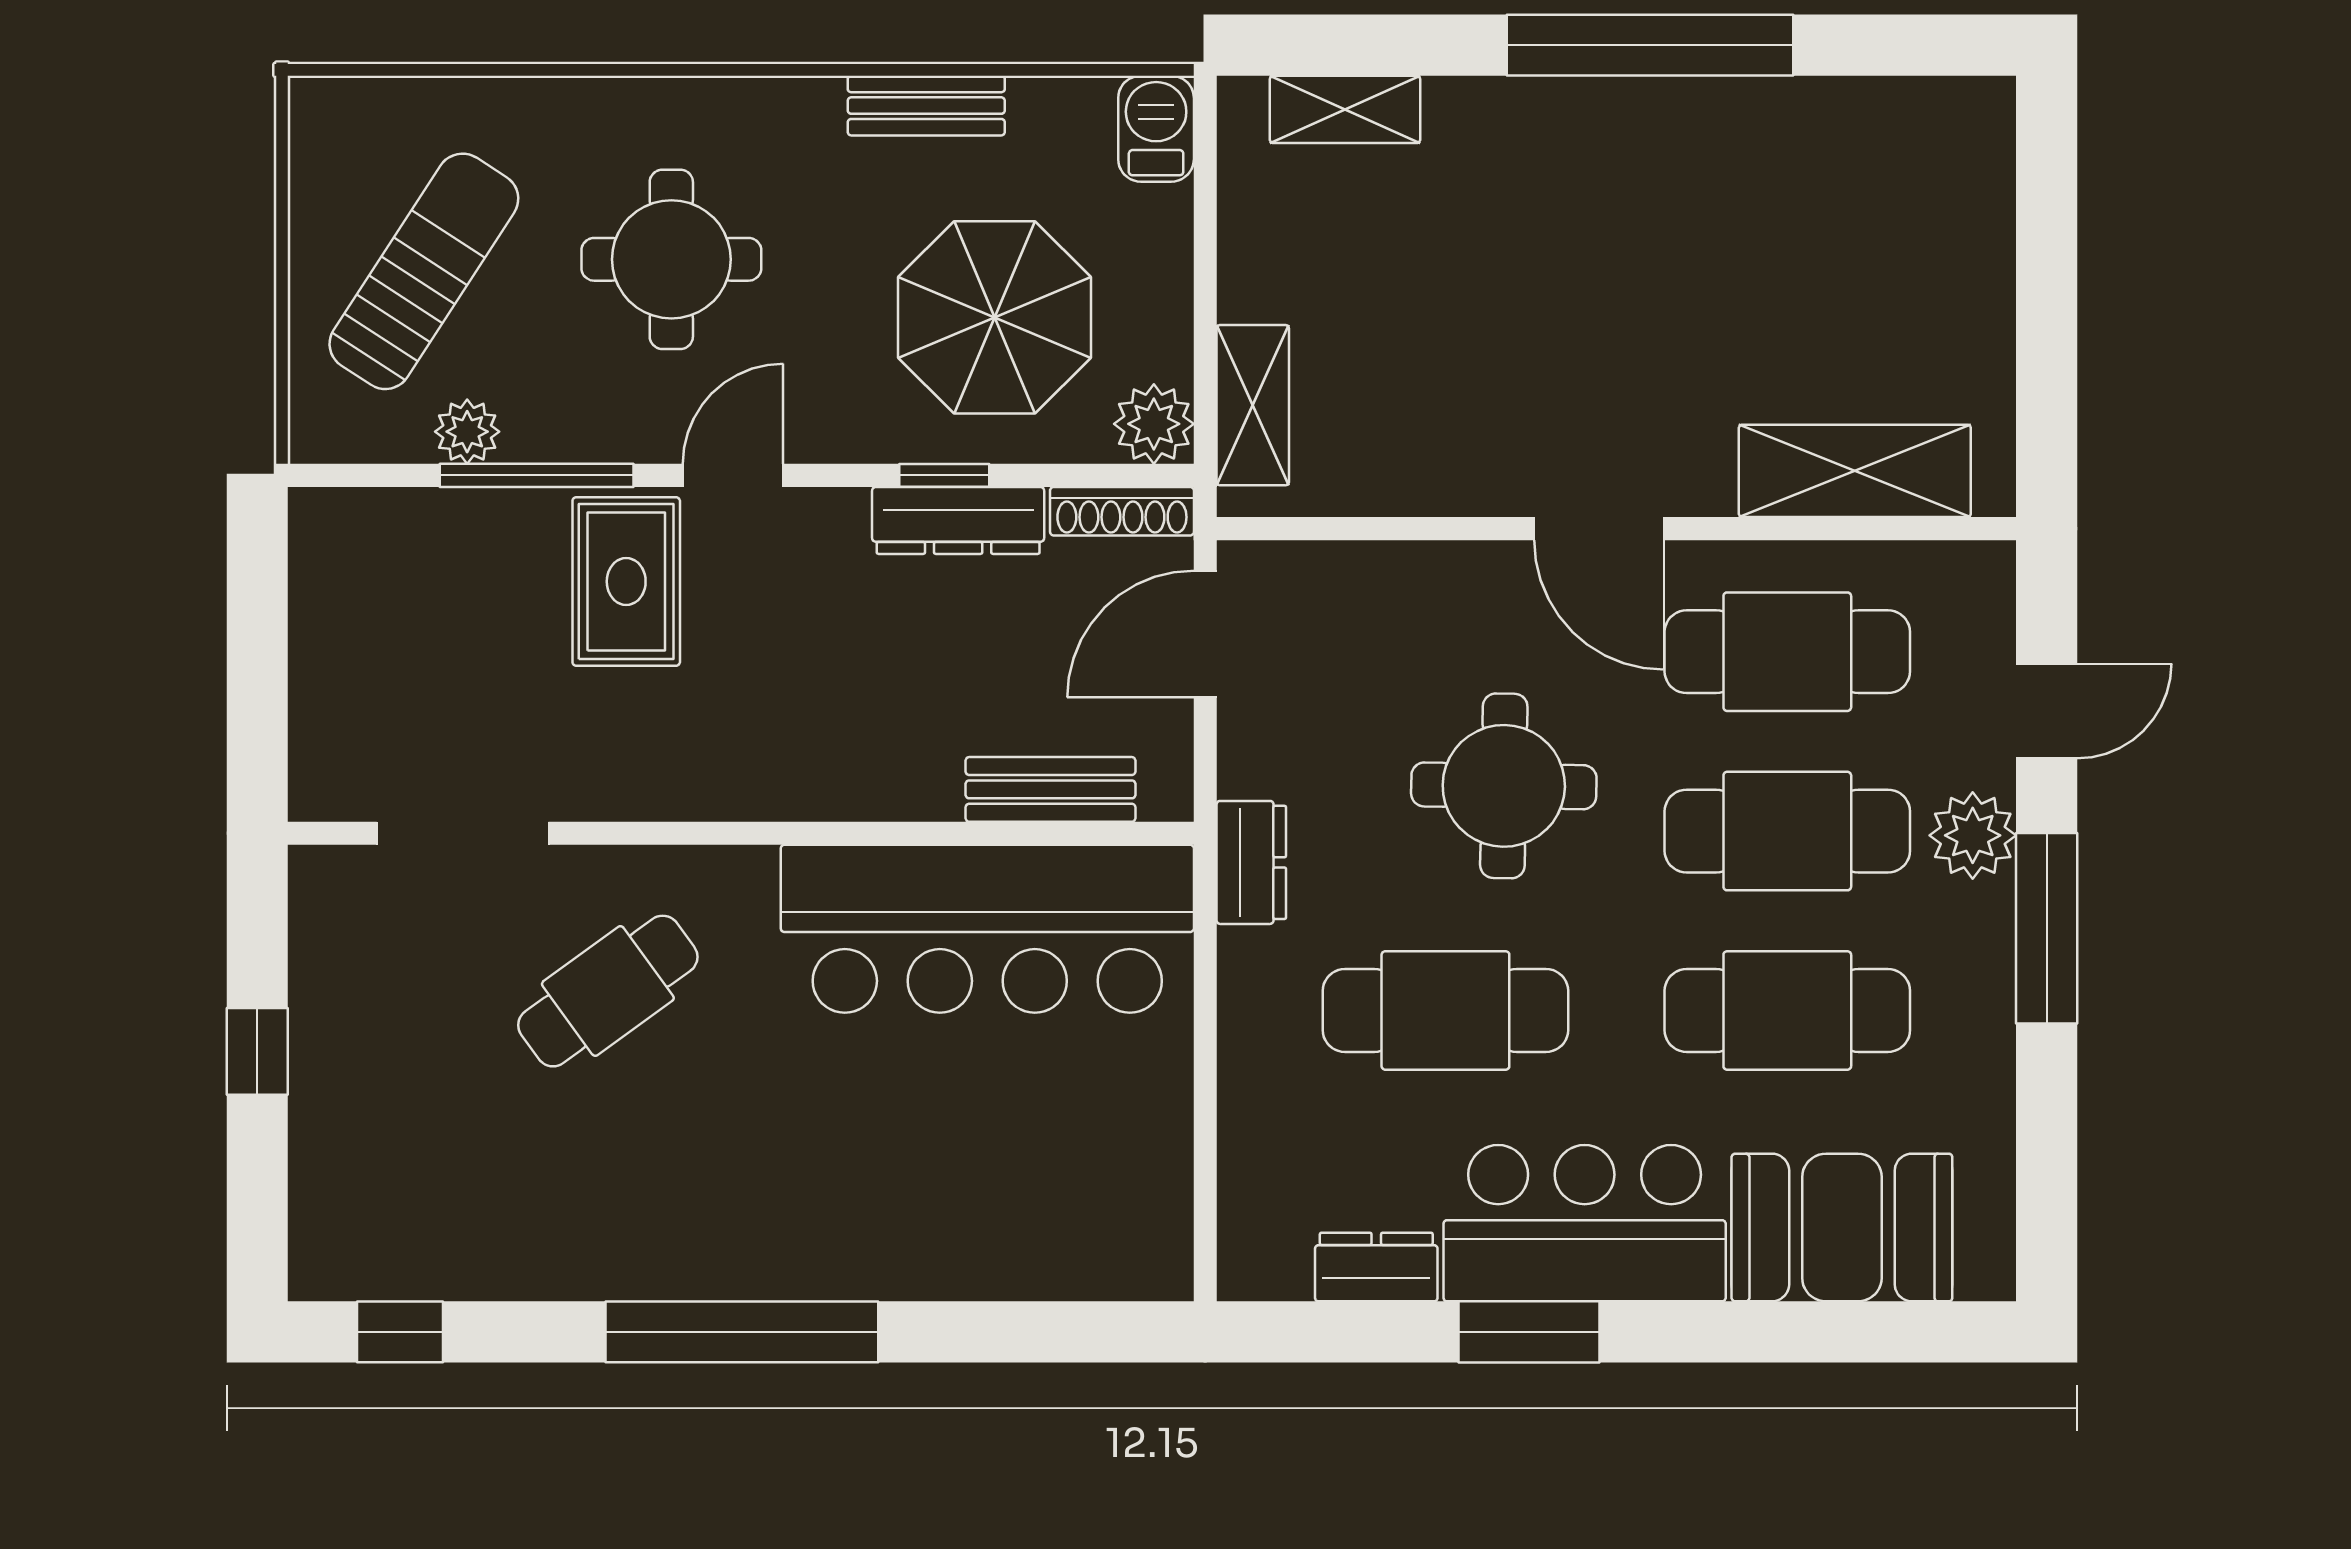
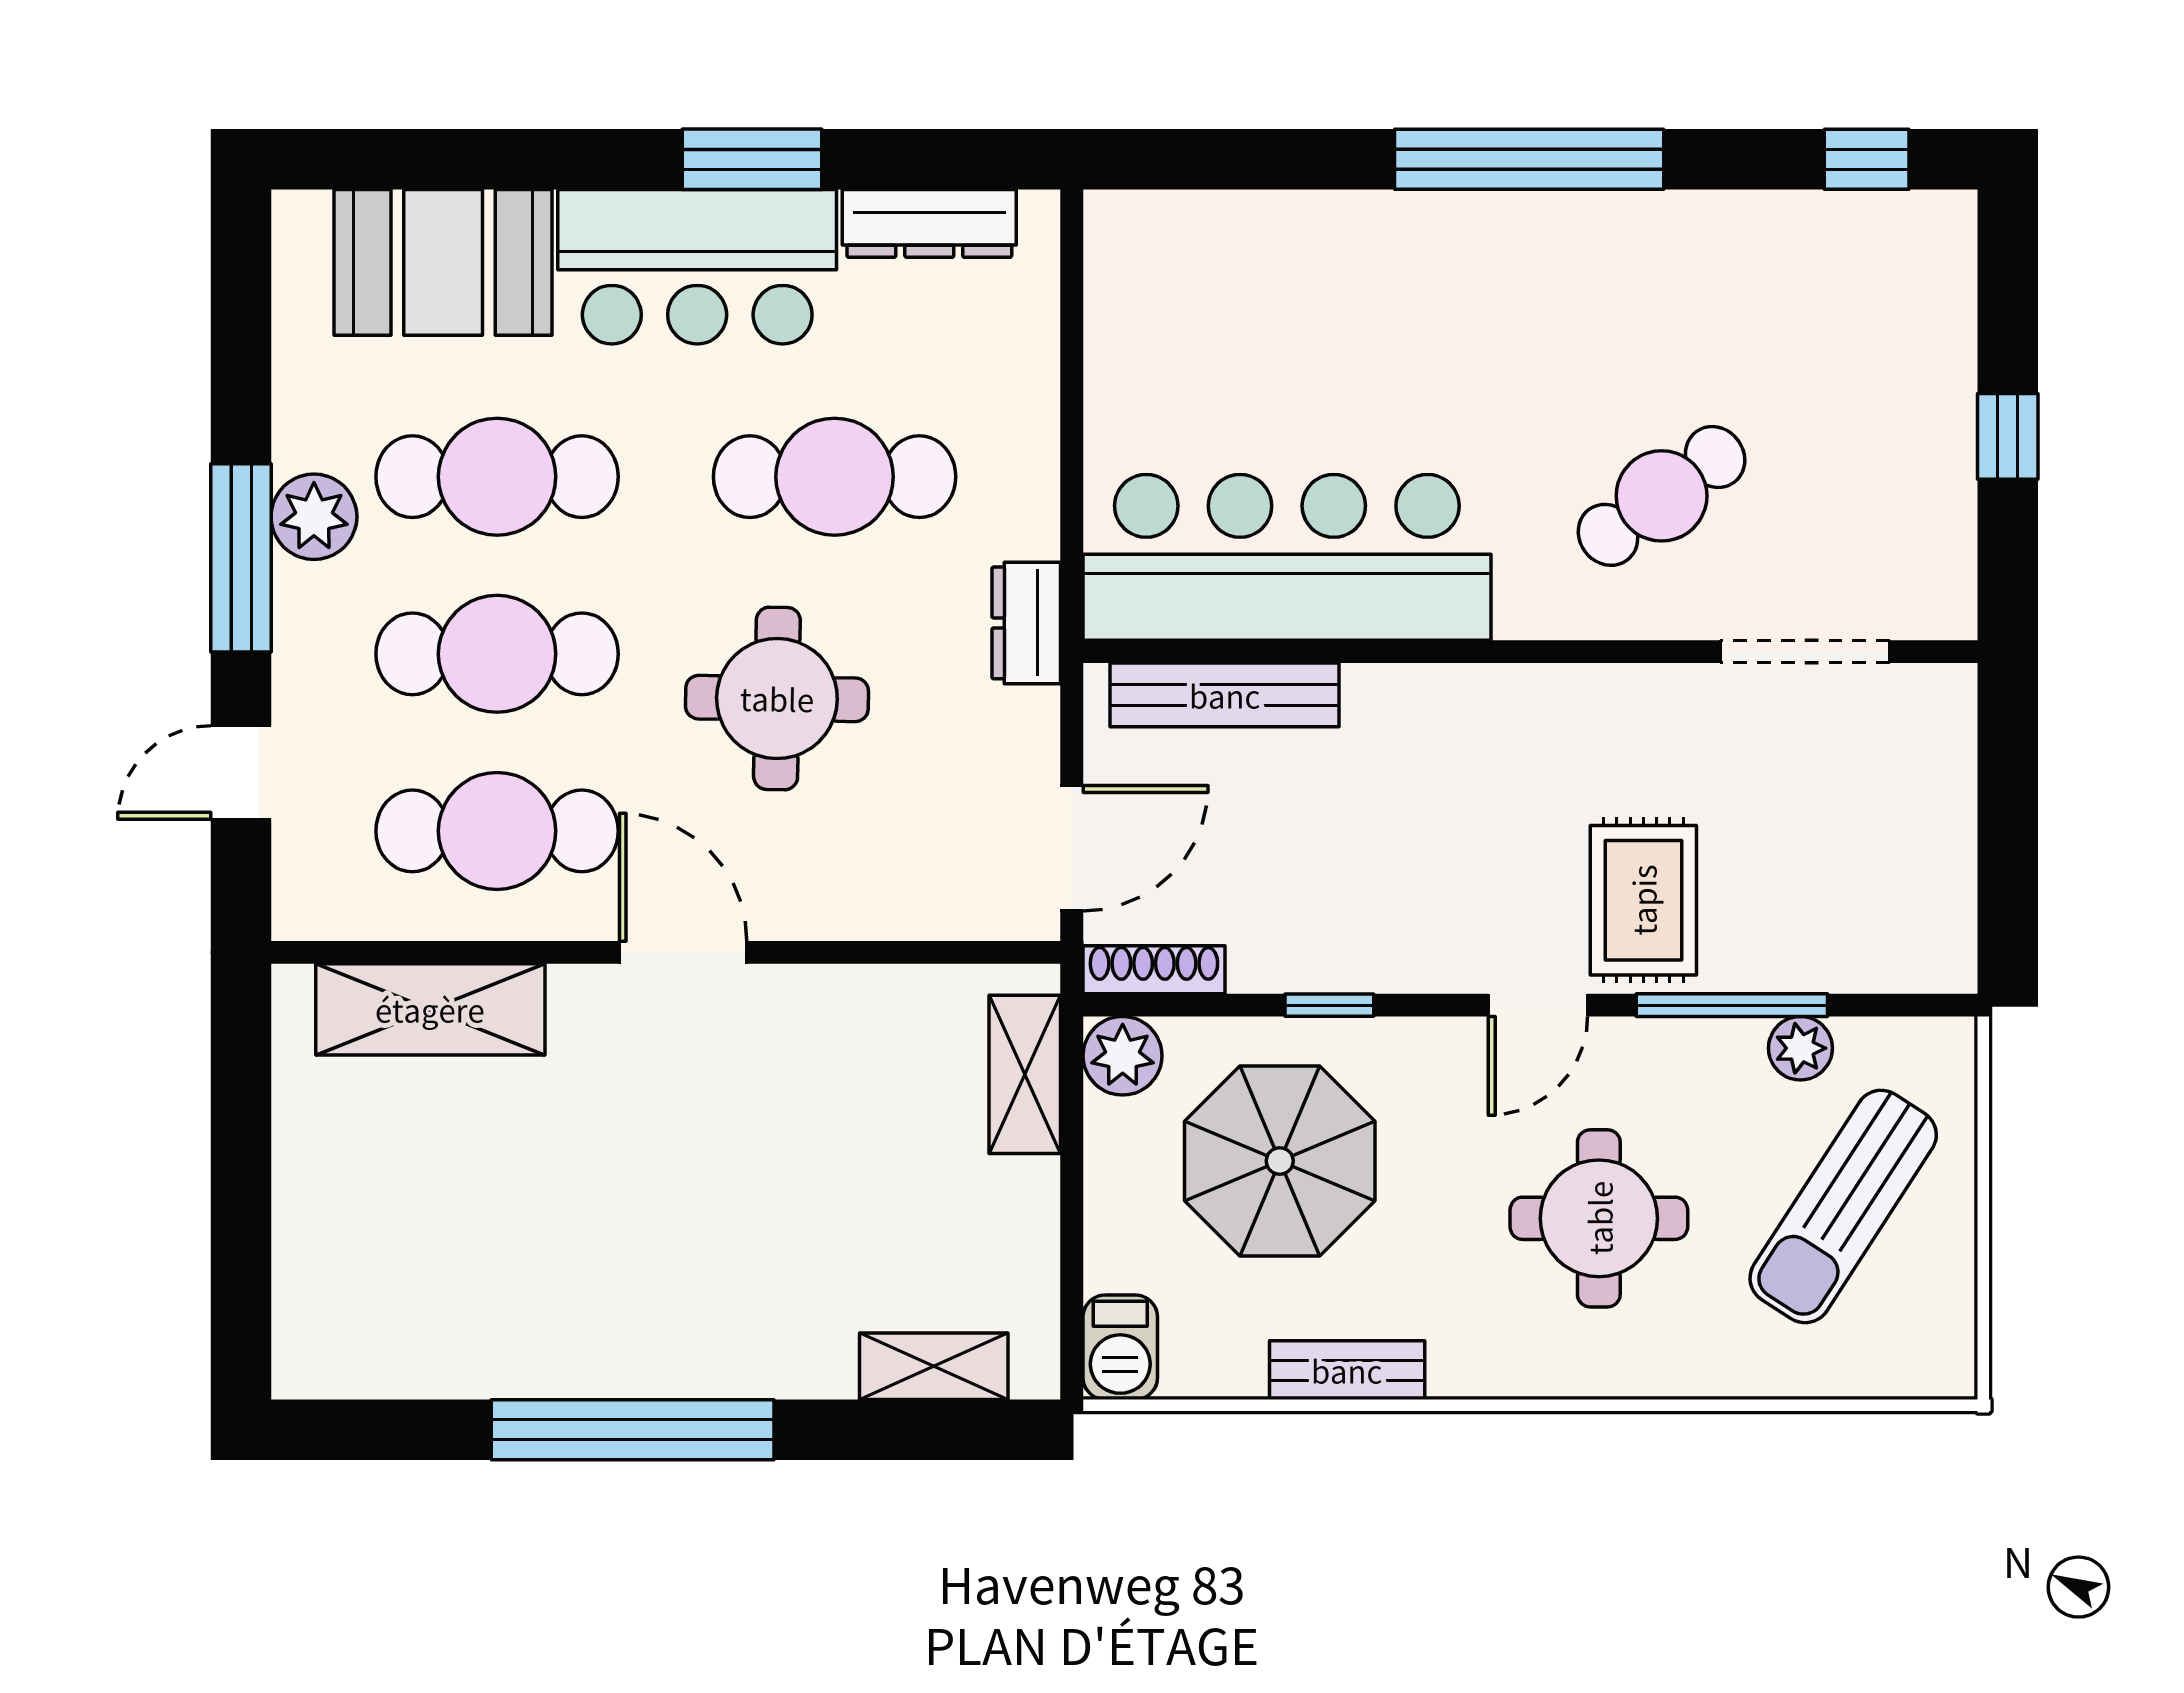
dresser: (958, 520) -> (1316, 961), removed
bench: (1050, 789) -> (1225, 695), width x1.36
plant: (1973, 835) -> (314, 517), moved
dresser: (1376, 1267) -> (929, 223), width x1.44

